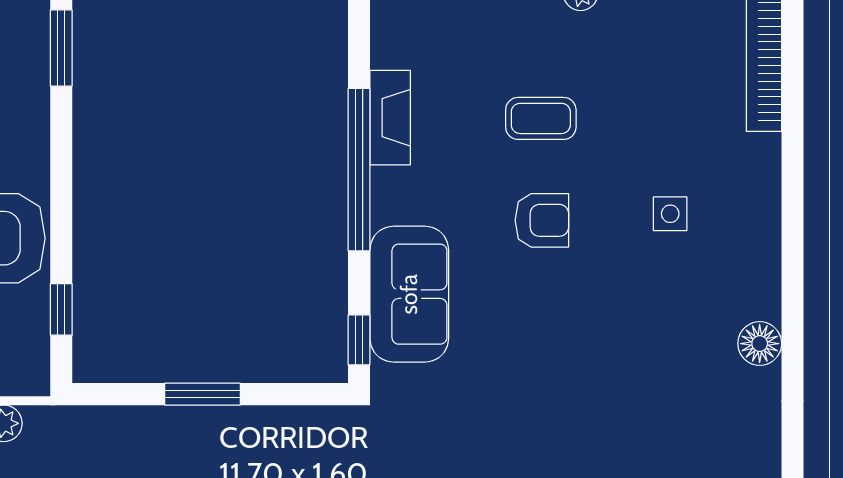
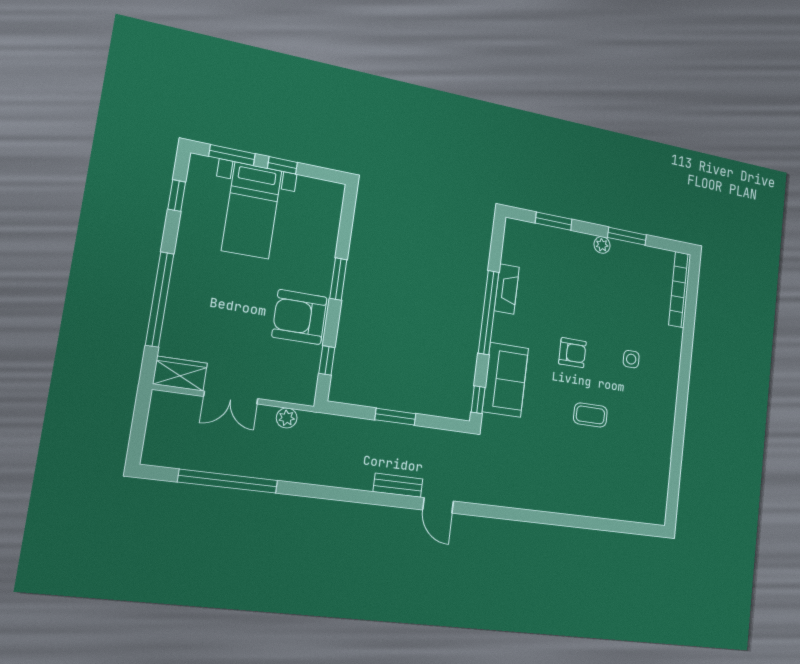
window: (61, 48) -> (338, 279), moved
coffee table: (541, 118) -> (590, 415), moved
floor lamp: (760, 344) -> (665, 429), removed

